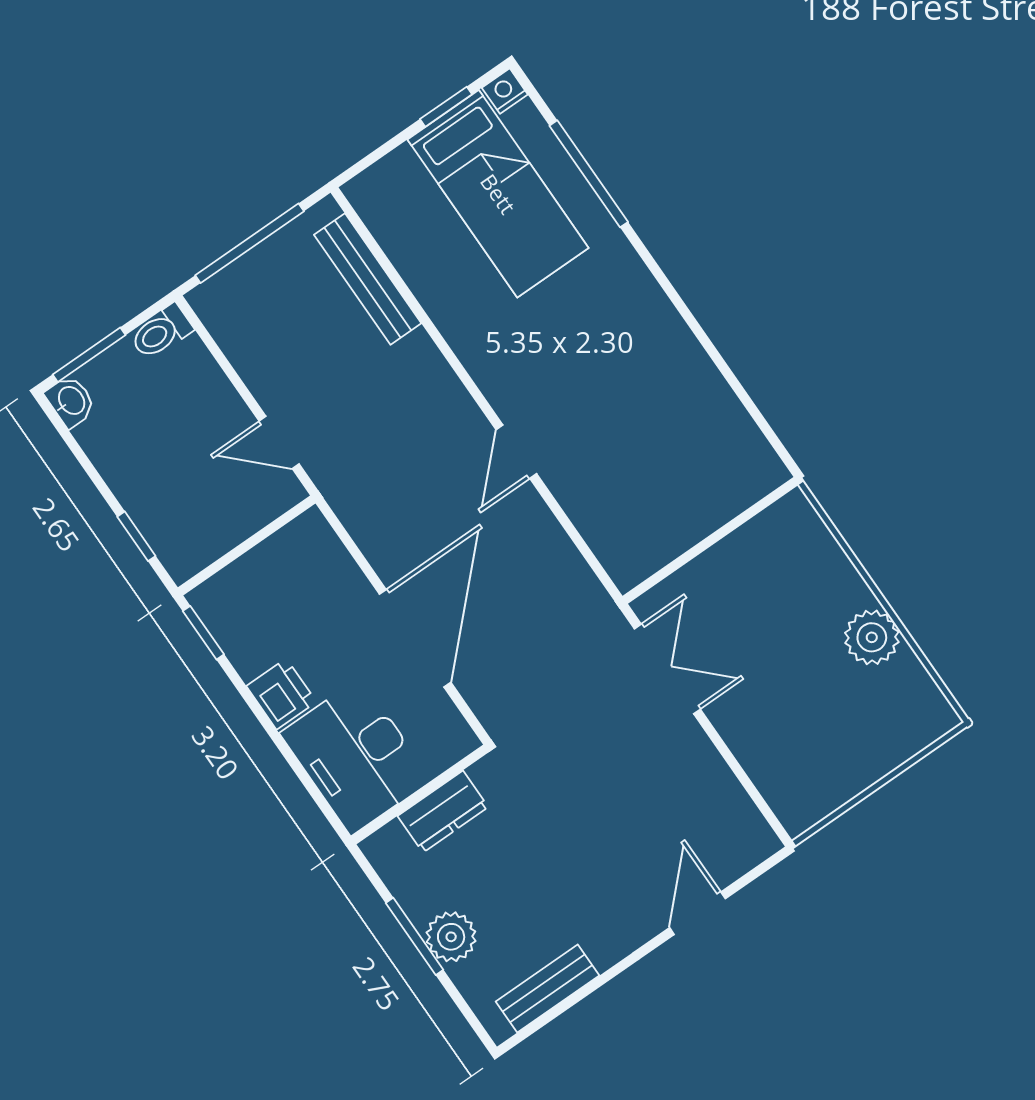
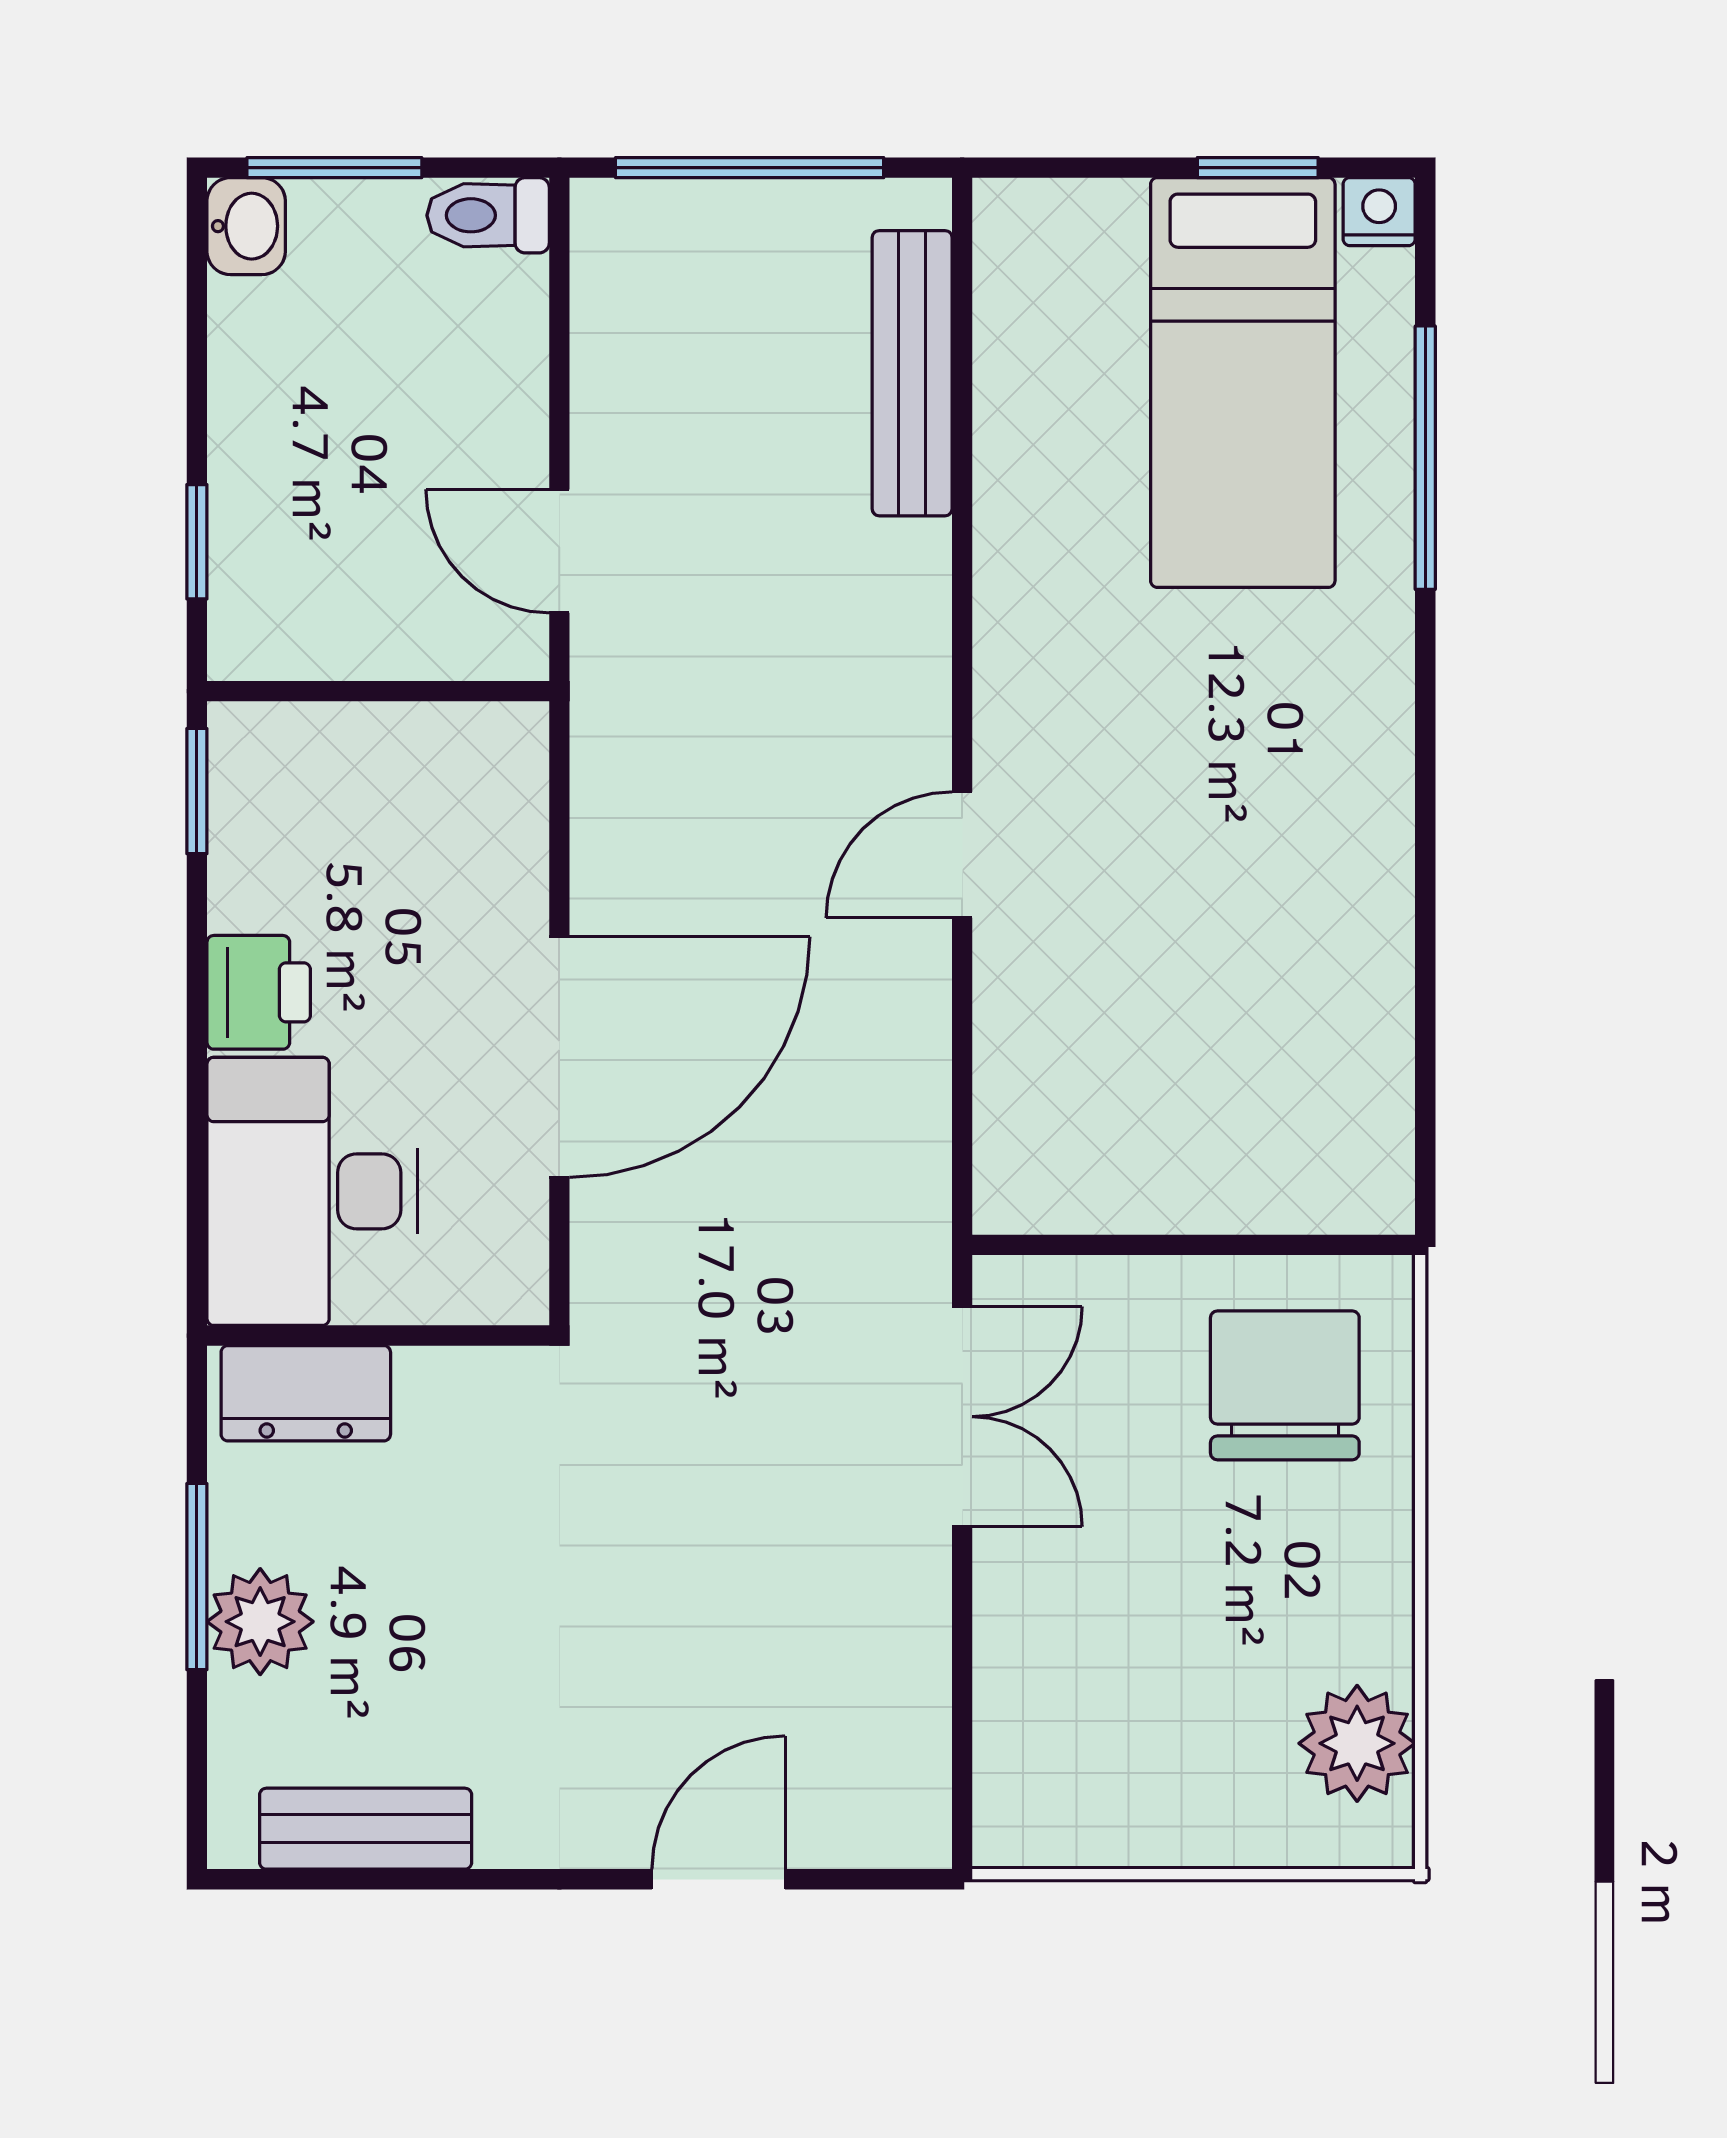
chair: (784, 570) -> (1285, 1385), added
plant: (872, 637) -> (1357, 1743), moved
dresser: (443, 812) -> (306, 1393), moved

